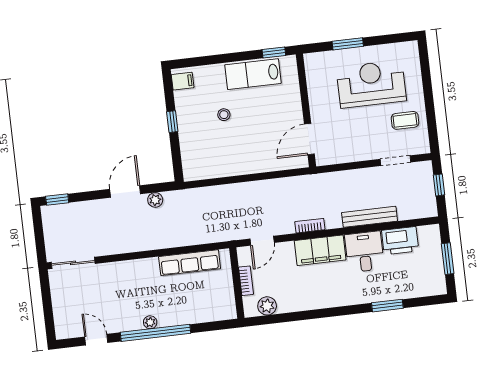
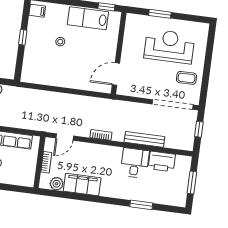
doorway: (396, 161) -> (173, 104), width x1.87
filing cabinet: (320, 250) -> (82, 185), moved, turned 180

